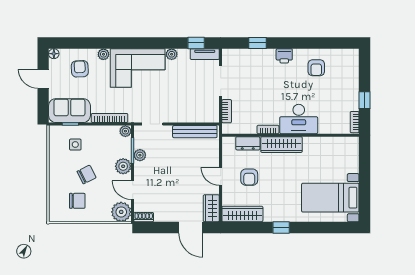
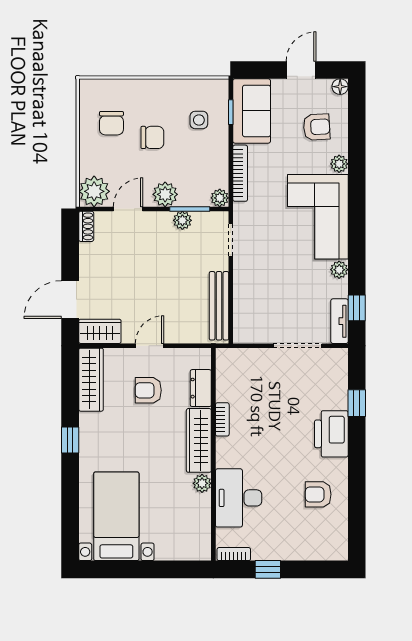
printer: (284, 56) -> (331, 434), width x1.87, depth x1.48
bookcase: (227, 111) -> (251, 355), removed
desk: (299, 119) -> (239, 498), moved
plant: (309, 143) -> (202, 483), added
chair: (87, 174) -> (152, 137), turned -63

